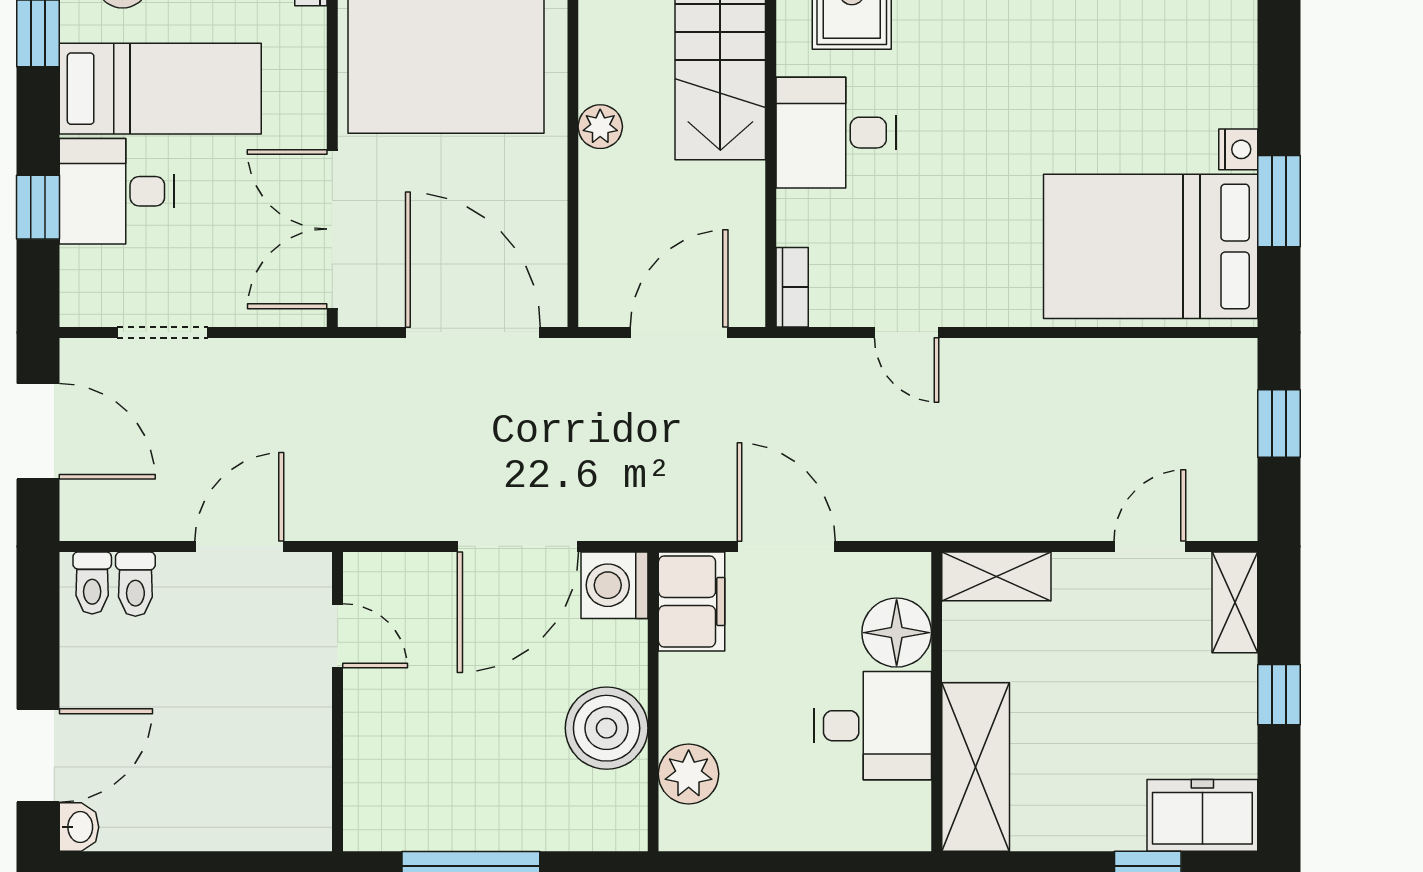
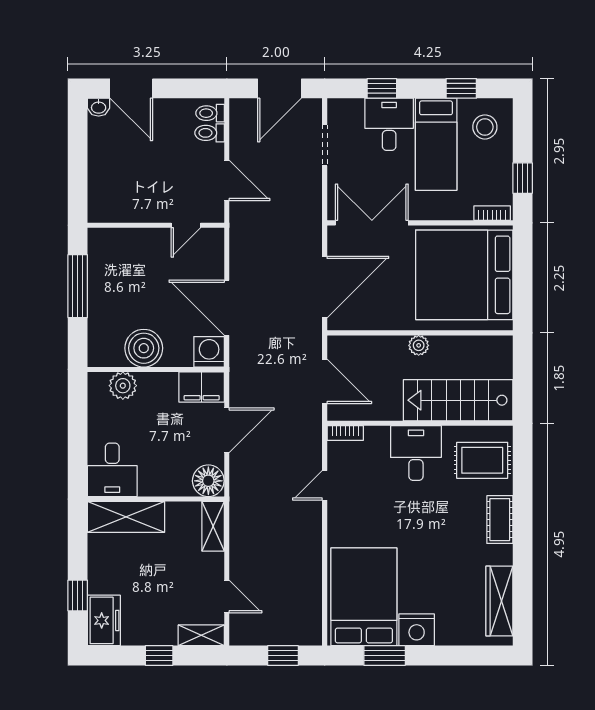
nightstand: (1238, 149) -> (417, 630), width x1.89, depth x1.79
floor lamp: (897, 633) -> (208, 481), moved
desk: (873, 726) -> (112, 470), moved

